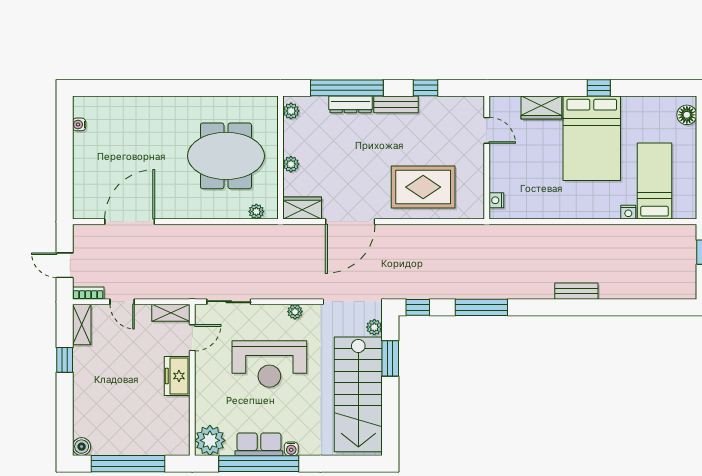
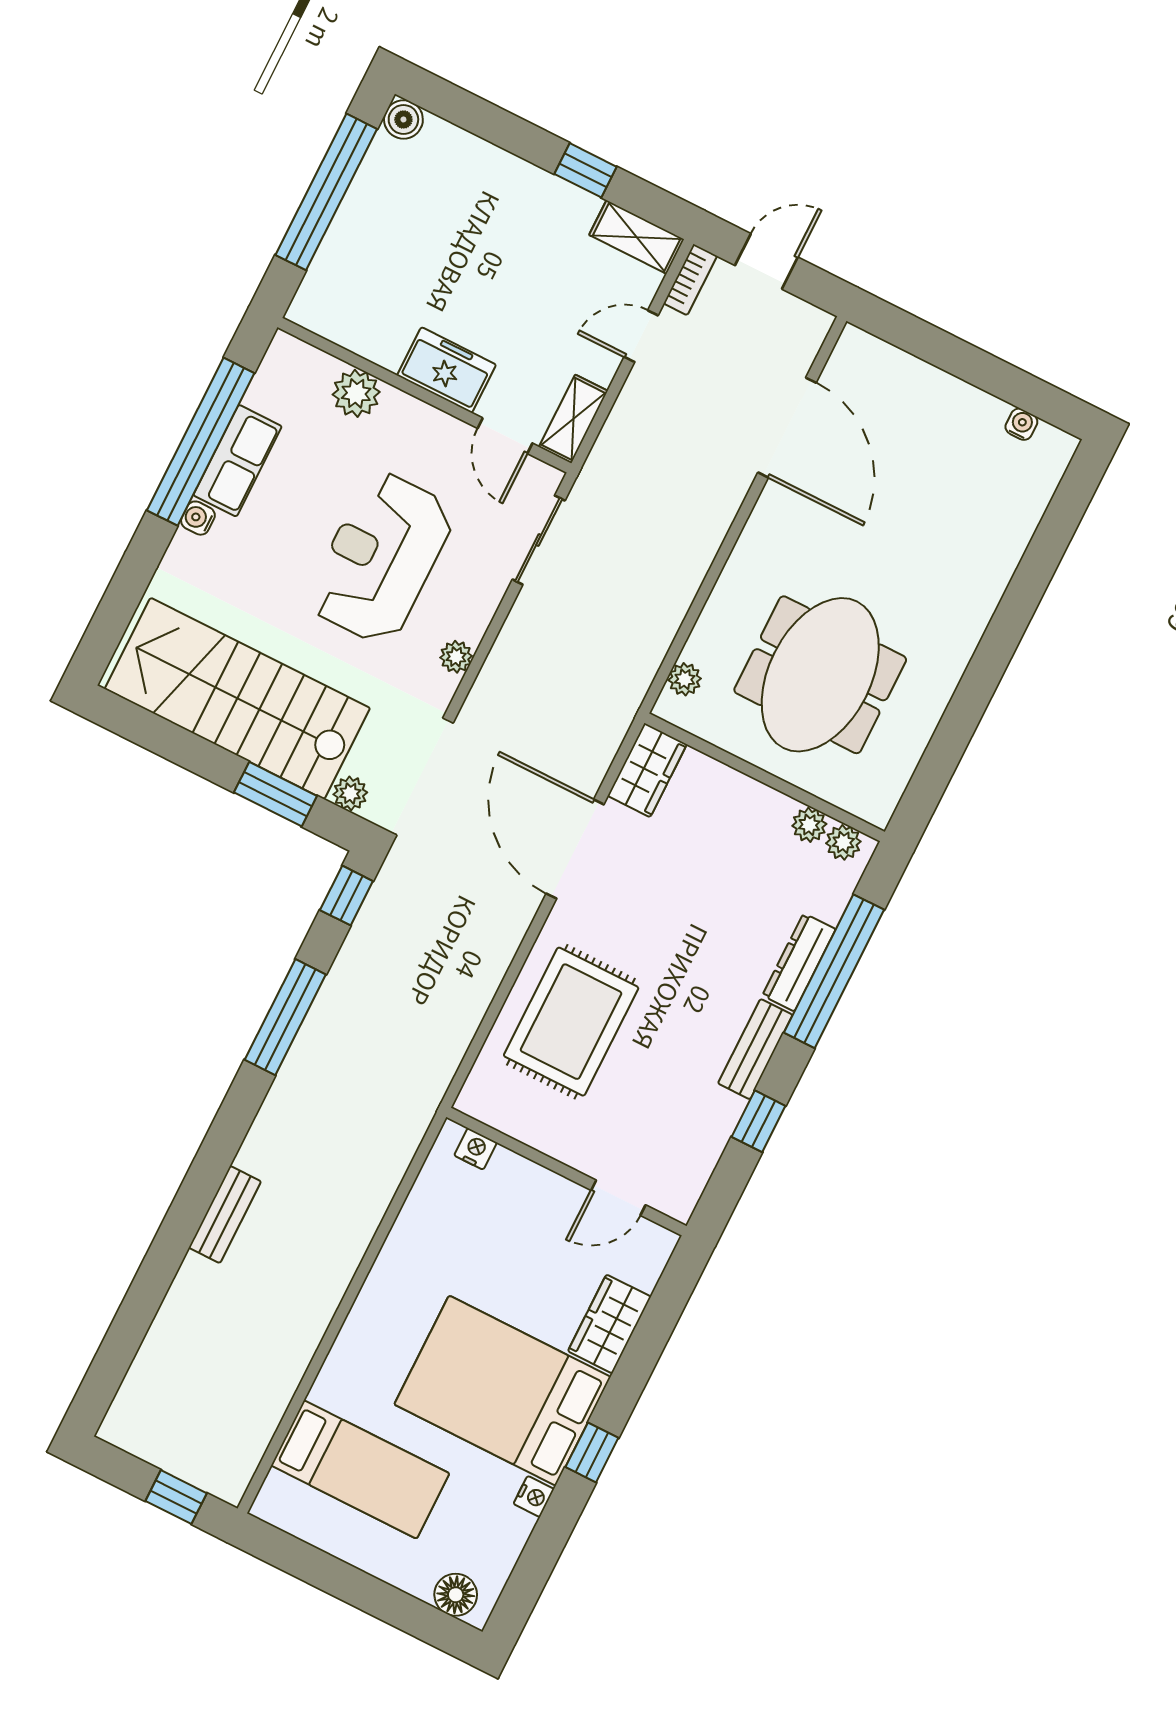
plant: (291, 164) -> (809, 825), moved
nightstand: (628, 212) -> (534, 1497), moved, turned 180
plant: (210, 440) -> (356, 393), moved, width x0.73, depth x0.73

